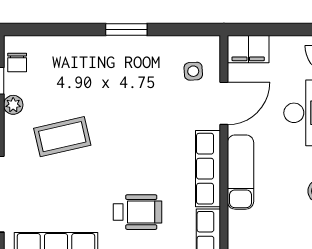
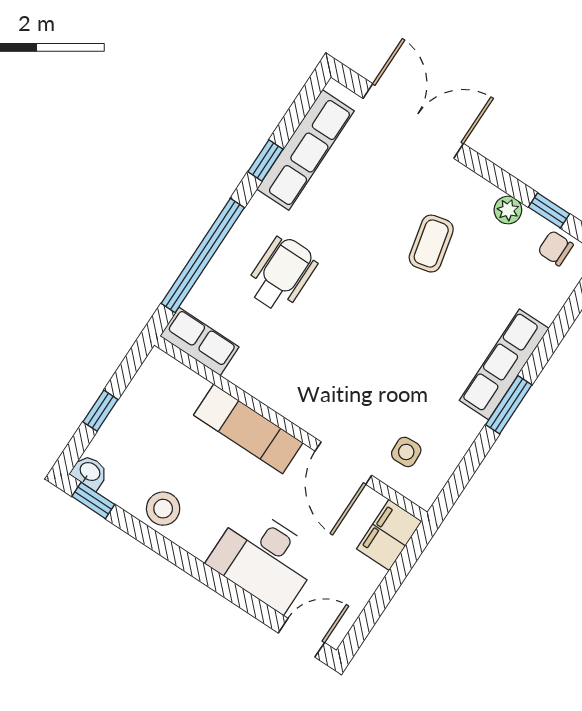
coffee table: (62, 137) -> (431, 244), width x0.73, depth x0.77
row of seats: (208, 169) -> (504, 364), moved, turned -90
wheelchair: (137, 212) -> (282, 274), turned 180

